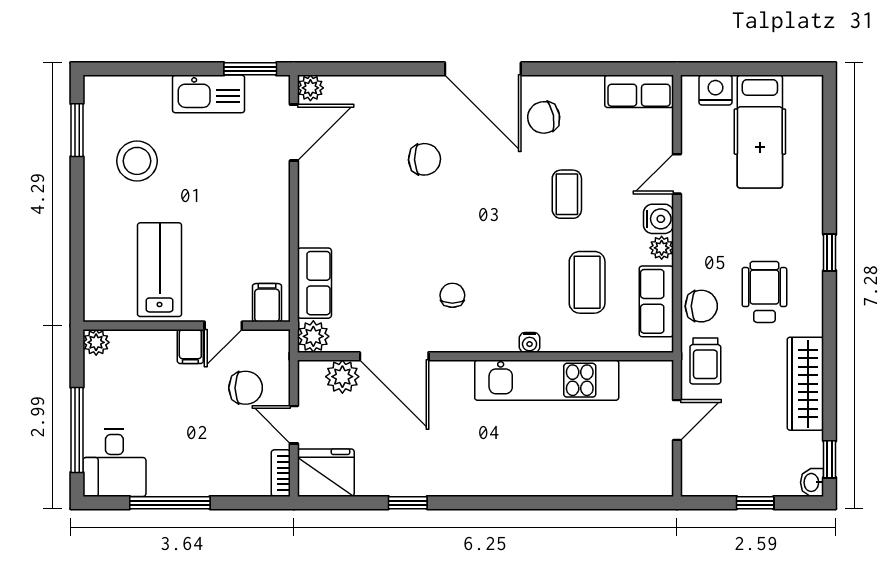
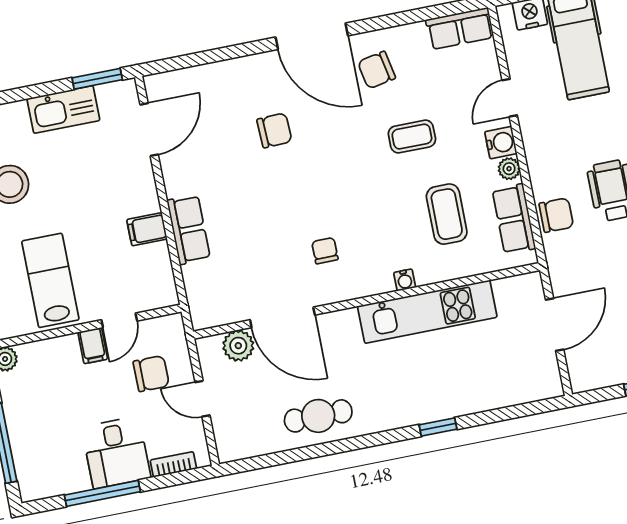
plant: (310, 88) -> (156, 85), removed
coffee table: (567, 194) -> (412, 137), turned 90
row of seats: (314, 283) -> (189, 230), moved
filing cabinet: (267, 303) -> (147, 229), moved, turned -90
plant: (313, 336) -> (204, 314), removed
trolley: (705, 361) -> (570, 265), removed
door: (677, 420) -> (555, 325), width x1.38
desk: (114, 463) -> (116, 452), moved
cafe table: (411, 467) -> (318, 416), added
bookcase: (281, 473) -> (173, 464), moved, turned 90
fridge: (326, 473) -> (241, 437), removed
window: (408, 503) -> (438, 427), moved

